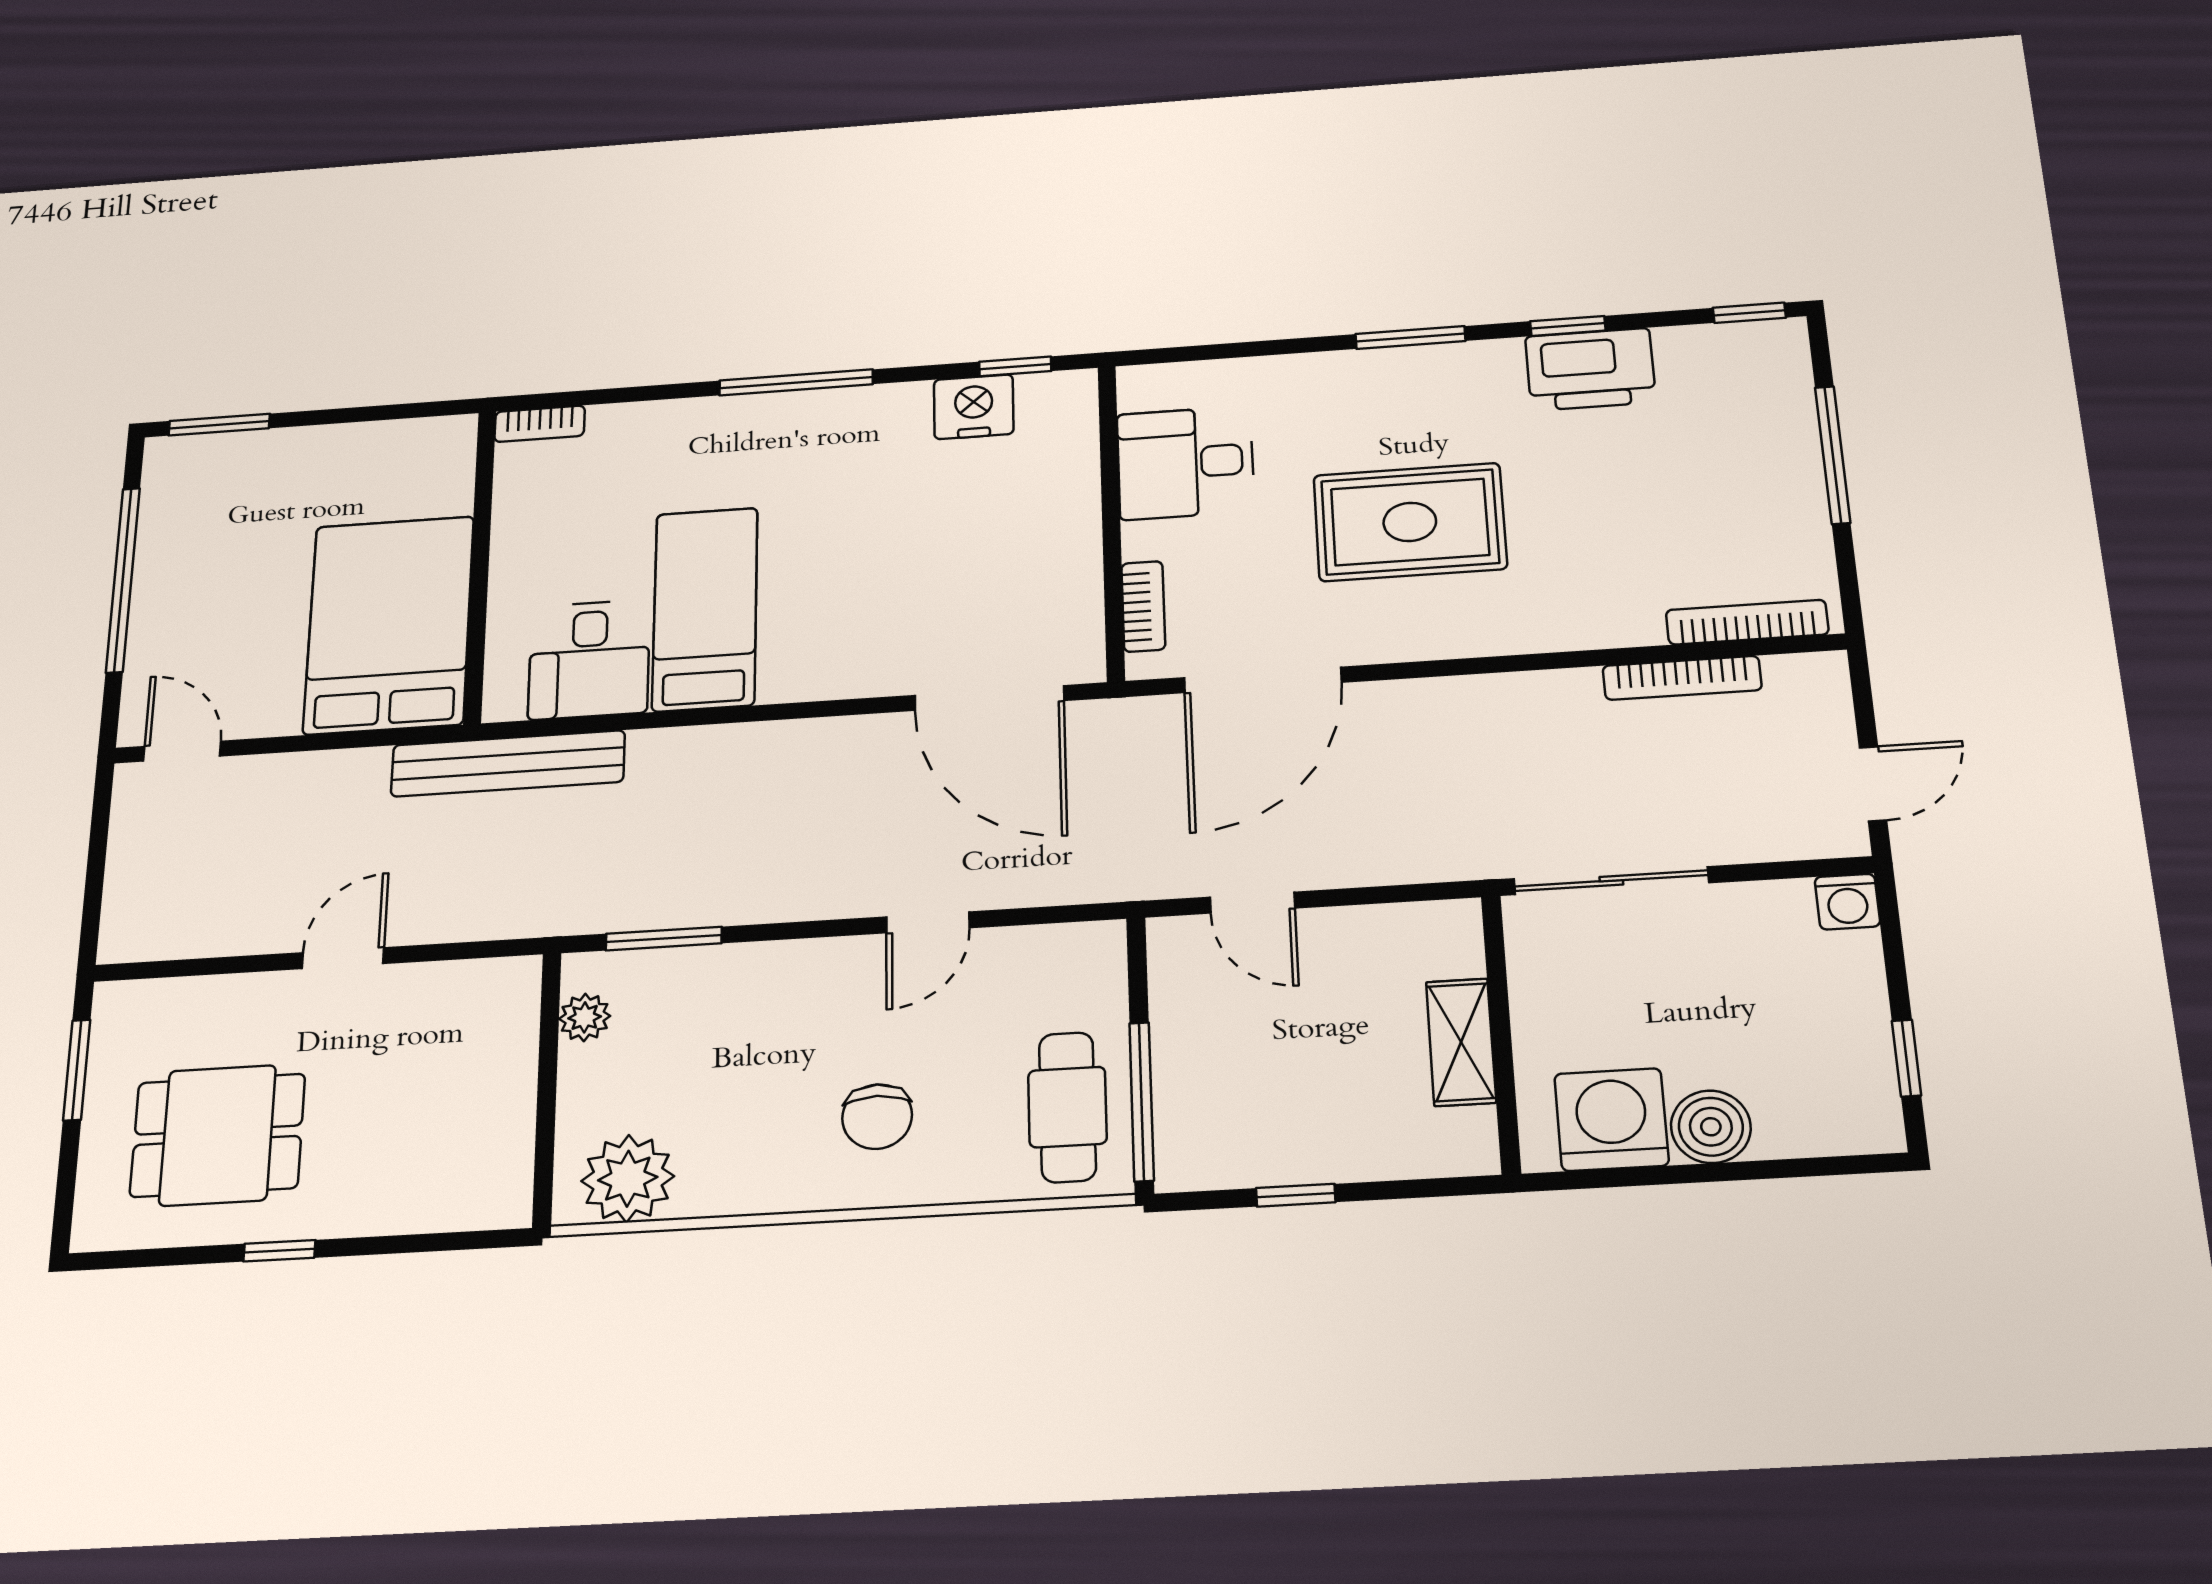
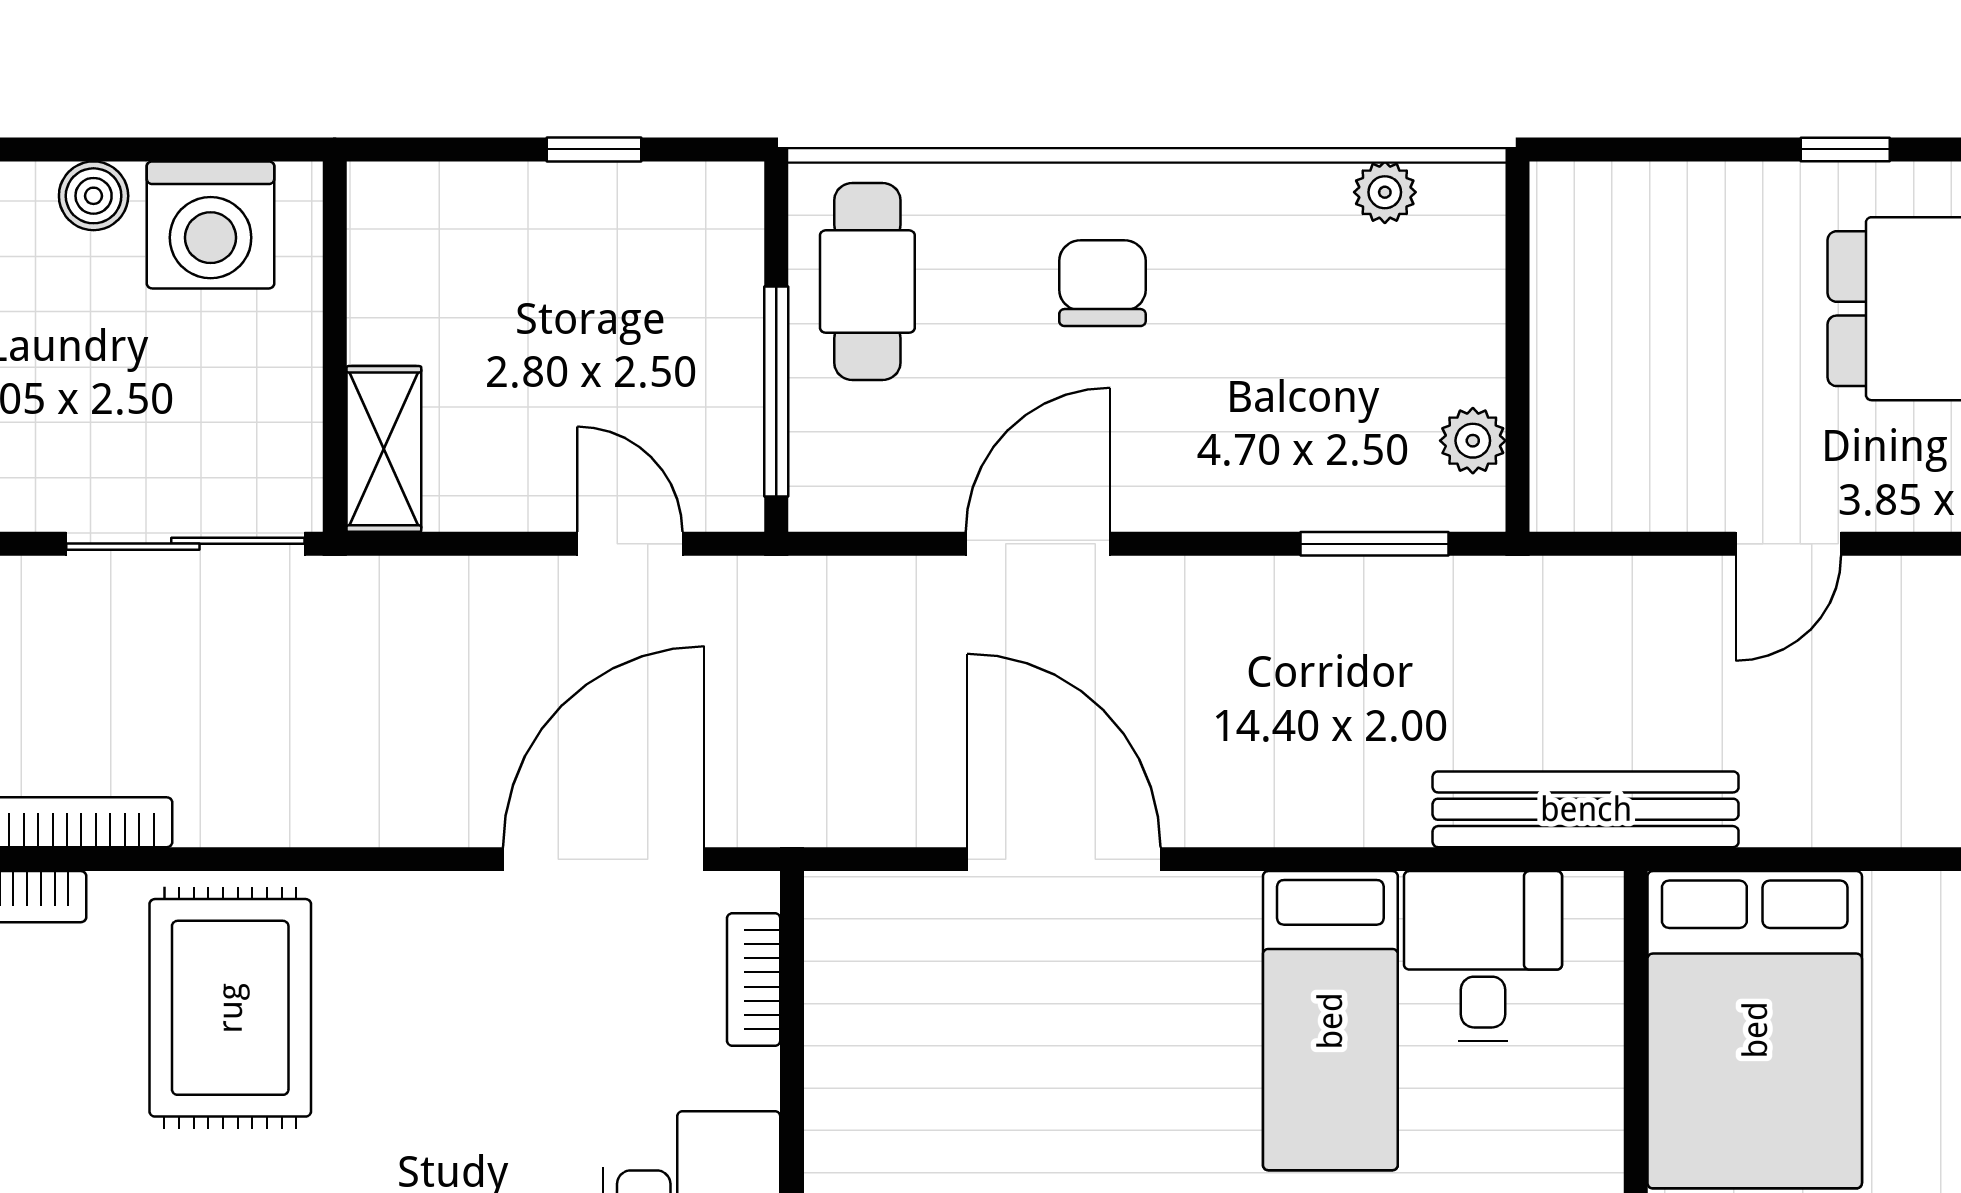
rug: (1410, 522) -> (230, 1008), moved, turned 90
door: (989, 698) -> (1064, 859), moved
door: (928, 922) -> (1038, 544), width x1.38
shelving: (1461, 1042) -> (384, 449), moved
window: (1142, 1101) -> (776, 391), moved
boiler: (1711, 1127) -> (94, 196), width x0.73, depth x0.73
plant: (628, 1179) -> (1385, 192), width x0.53, depth x0.53

